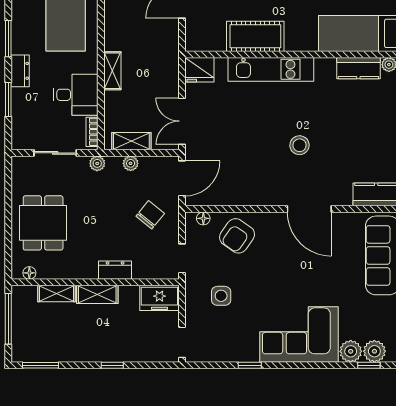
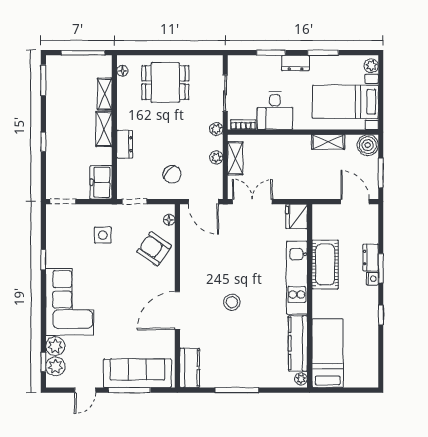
kitchen counter: (358, 68) -> (298, 343), width x1.50
shelving: (112, 71) -> (328, 142), moved

